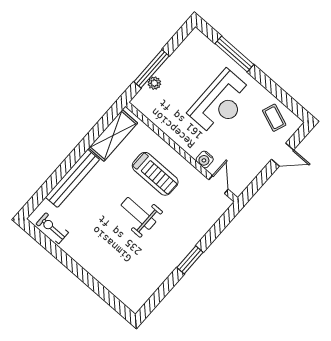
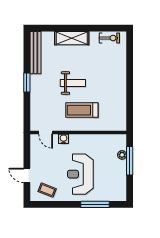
shelving: (113, 135) -> (72, 38), moved, turned 90
door: (283, 155) -> (27, 175), hinge flipped
bench: (72, 178) -> (35, 53), moved

